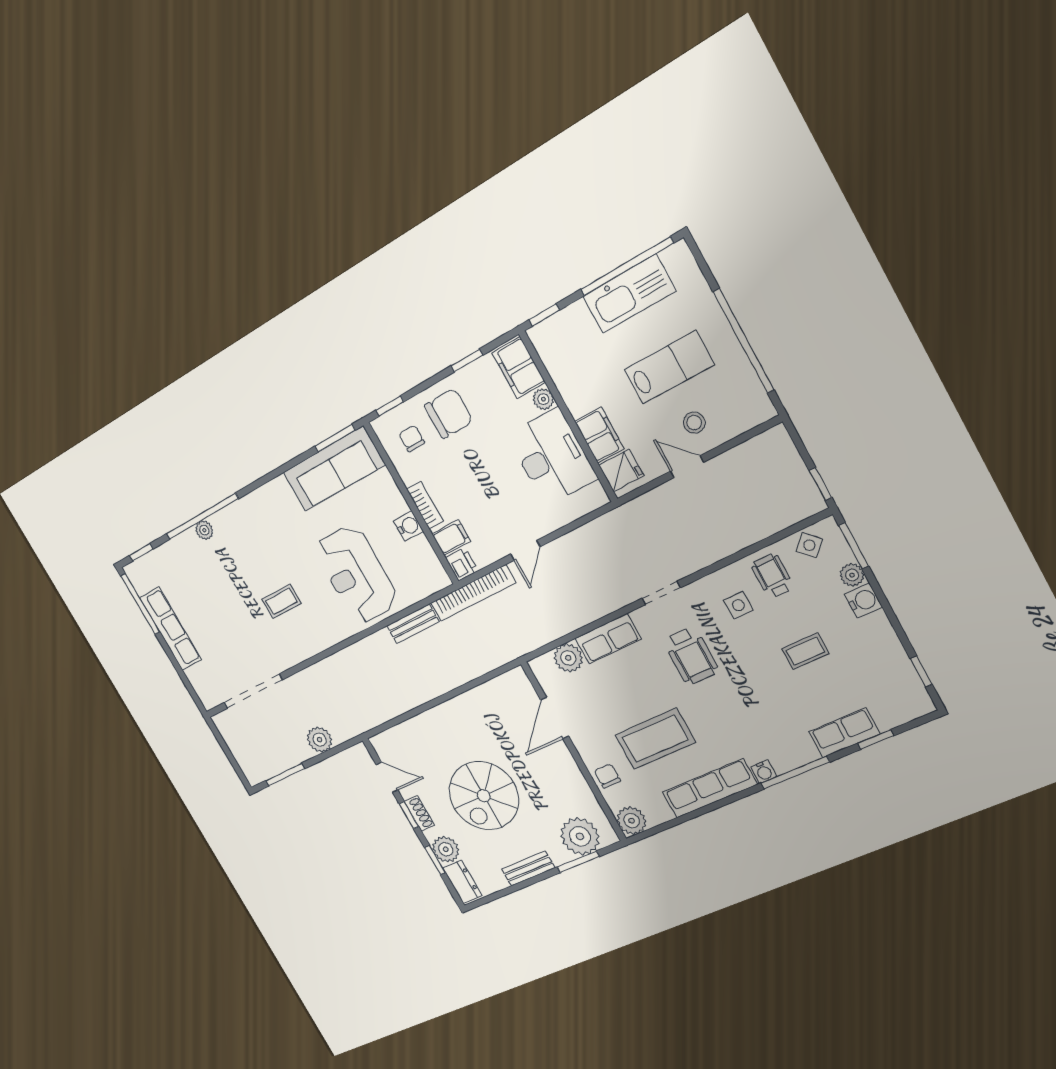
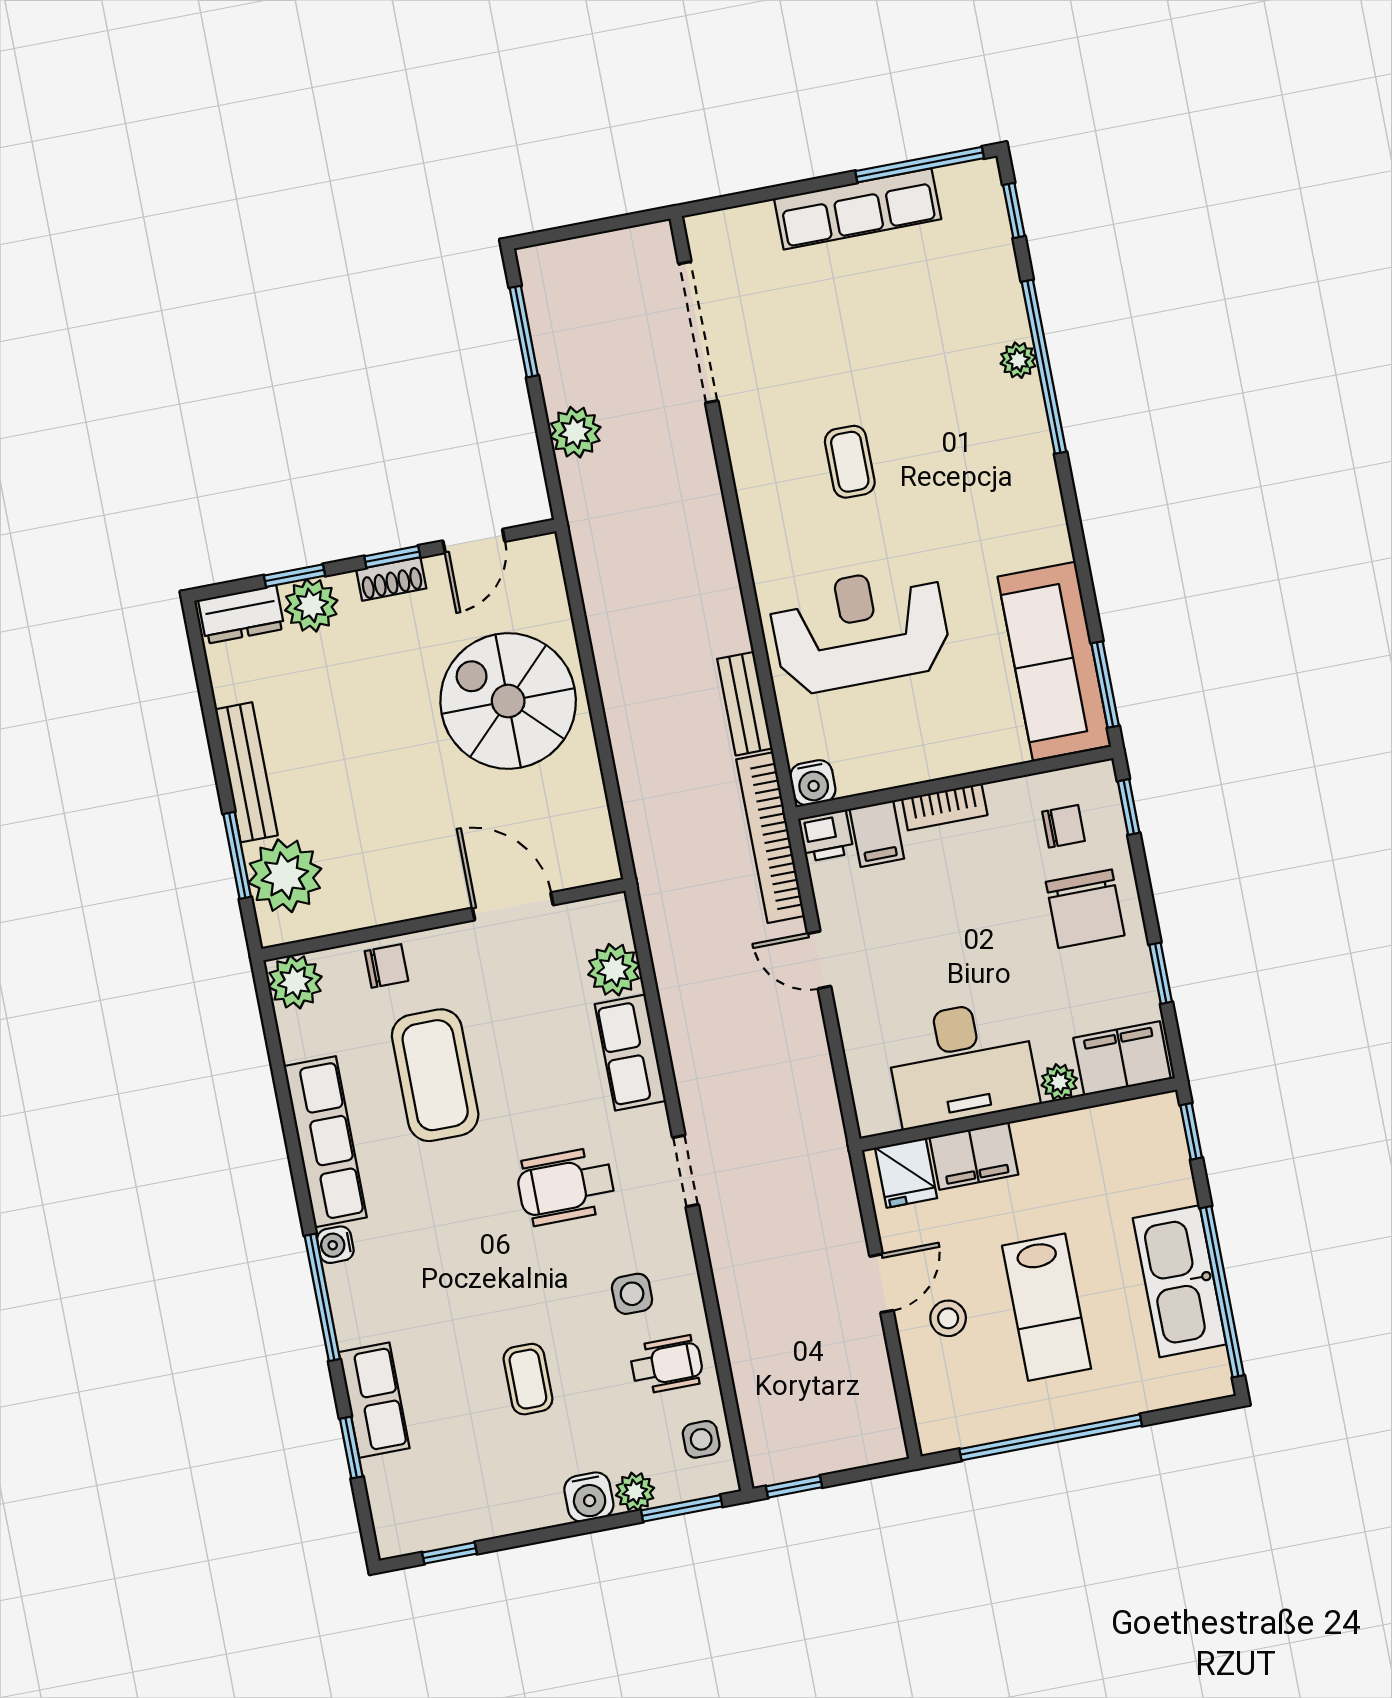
water cooler: (409, 526) -> (813, 783), moved
side table: (809, 545) -> (701, 1439), turned 45
spiral stairs: (484, 796) -> (508, 701), moved
bench: (528, 868) -> (246, 772), width x1.36

